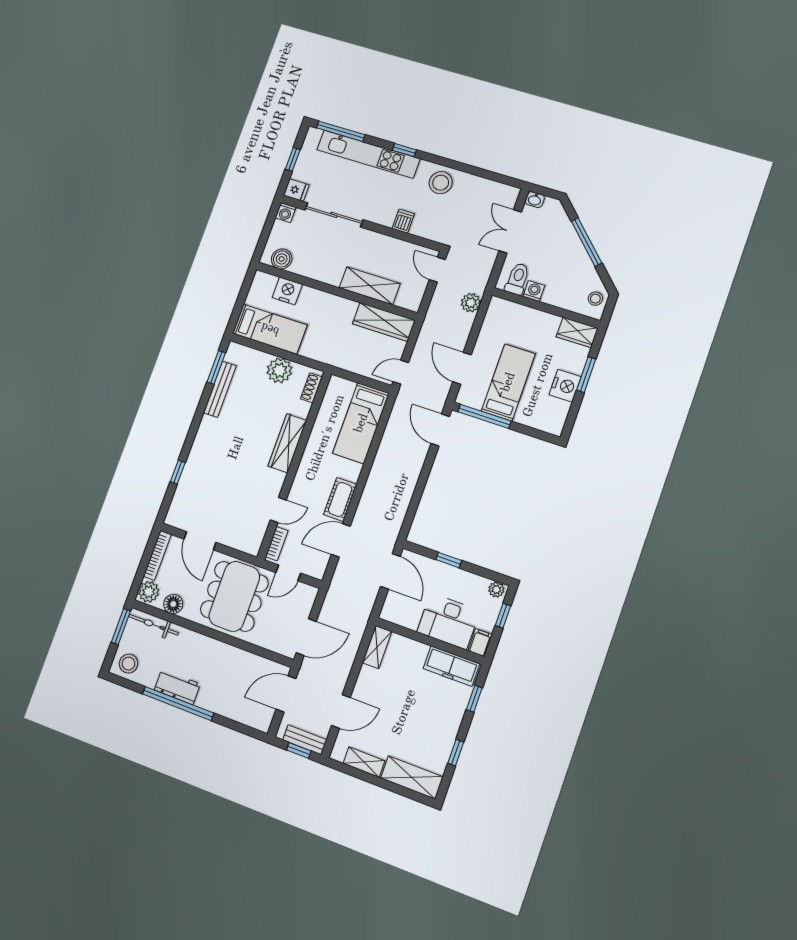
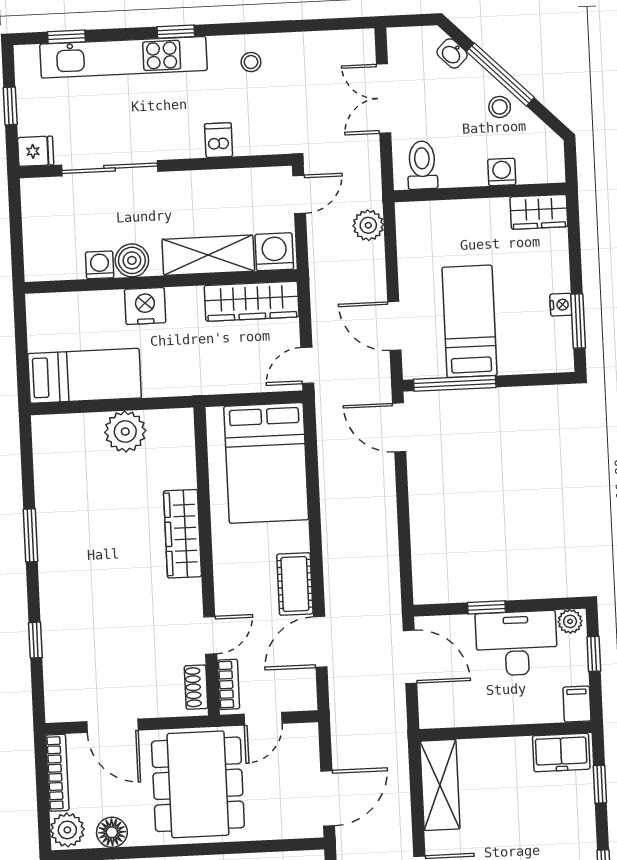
window: (341, 131) -> (66, 37), width x0.46
stool: (441, 183) -> (251, 62), width x0.53, depth x0.53
washbasin: (535, 200) -> (452, 53), moved, turned 45
washing machine: (286, 213) -> (100, 265), moved, turned 180
boiler: (282, 259) -> (132, 260), moved
door: (437, 270) -> (299, 194), swing flipped
nightstand: (287, 291) -> (145, 306), moved
washing machine: (534, 291) -> (502, 172), moved
washing machine: (409, 298) -> (274, 252), added
stool: (595, 299) -> (500, 107), moved
window: (216, 367) -> (30, 535), moved
window: (586, 375) -> (578, 321), moved
nightstand: (565, 386) -> (561, 305), width x0.53, depth x0.56
shoe rack: (311, 388) -> (196, 687), moved
bench: (220, 389) -> (47, 494), removed
bed: (361, 423) -> (266, 463), width x1.50
desk: (448, 621) -> (516, 643), moved, turned 180
shelving: (377, 647) -> (440, 785), width x1.50, depth x1.33
freezer: (451, 666) -> (561, 753), width x0.71

